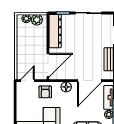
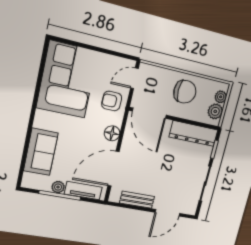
chair: (28, 45) -> (185, 92), added
door: (28, 81) -> (134, 78), swing flipped
door: (90, 81) -> (113, 169), hinge flipped

